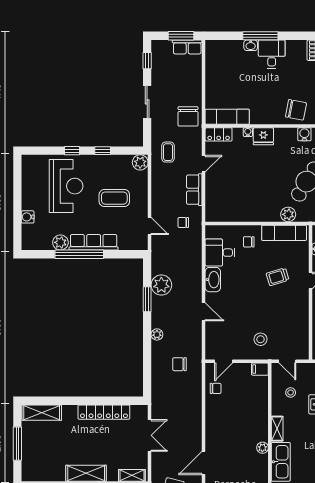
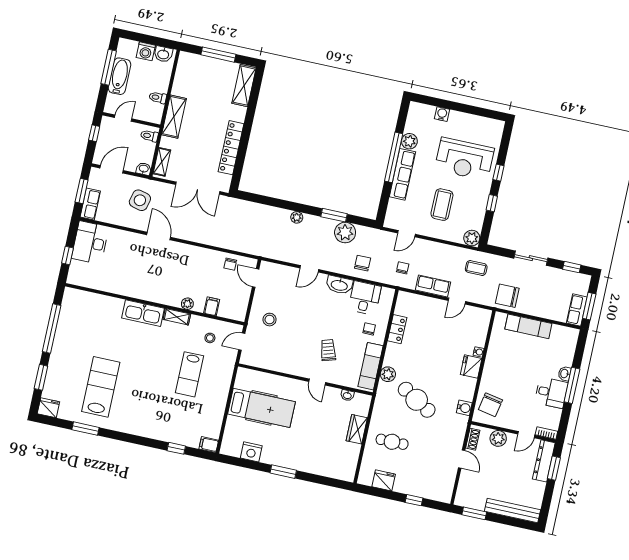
exam couch: (227, 117) -> (528, 326), moved, turned 90
locker: (219, 134) -> (397, 329), moved, turned 180
door: (204, 164) -> (457, 301), hinge flipped
chair: (180, 364) -> (363, 263), moved
filing cabinet: (260, 369) -> (212, 306), moved
double door: (150, 435) -> (198, 188), width x1.37
plant: (262, 448) -> (187, 304), moved

